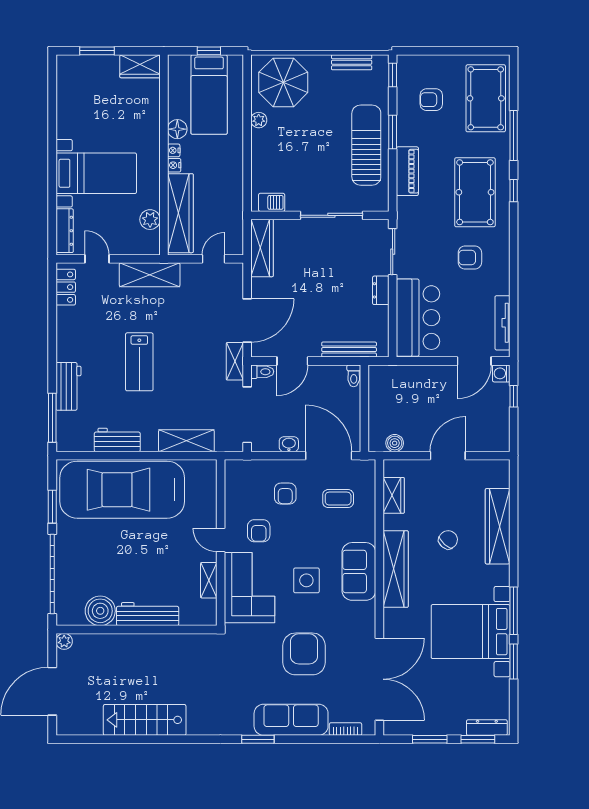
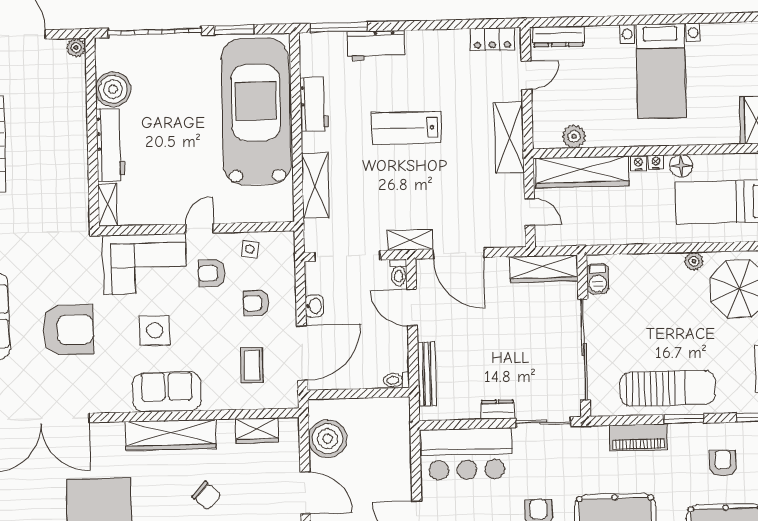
bed with nightstands: (96, 173) -> (661, 71), moved
sliding door: (331, 215) -> (584, 349), width x1.36
boiler: (395, 443) -> (328, 439), width x1.86, depth x1.86
side table: (239, 498) -> (250, 249), added
shelving: (209, 580) -> (108, 204), moved, turned 90

